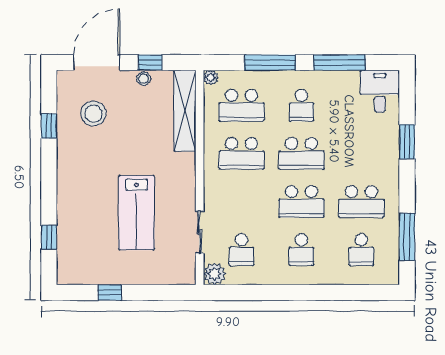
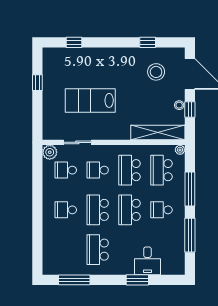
desk: (380, 91) -> (147, 261), moved, turned 90
school desk: (361, 250) -> (98, 170), moved

